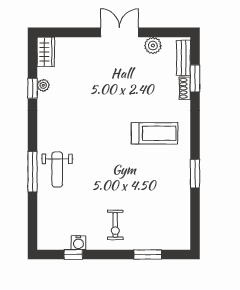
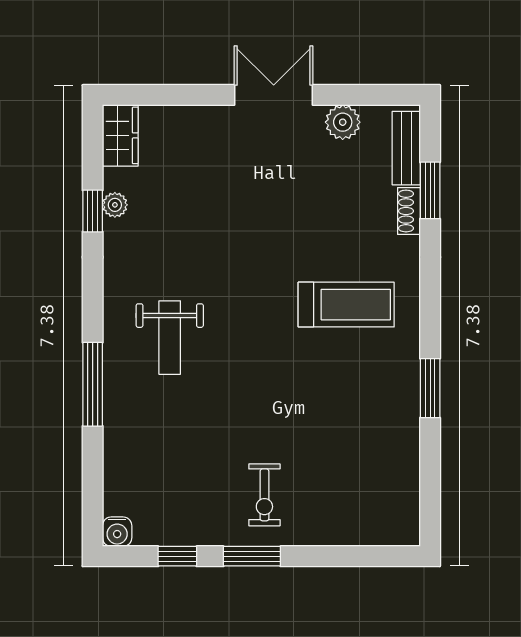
weight bench: (57, 169) -> (170, 338), moved
water cooler: (78, 243) -> (117, 532), moved
window: (148, 254) -> (252, 556), moved

